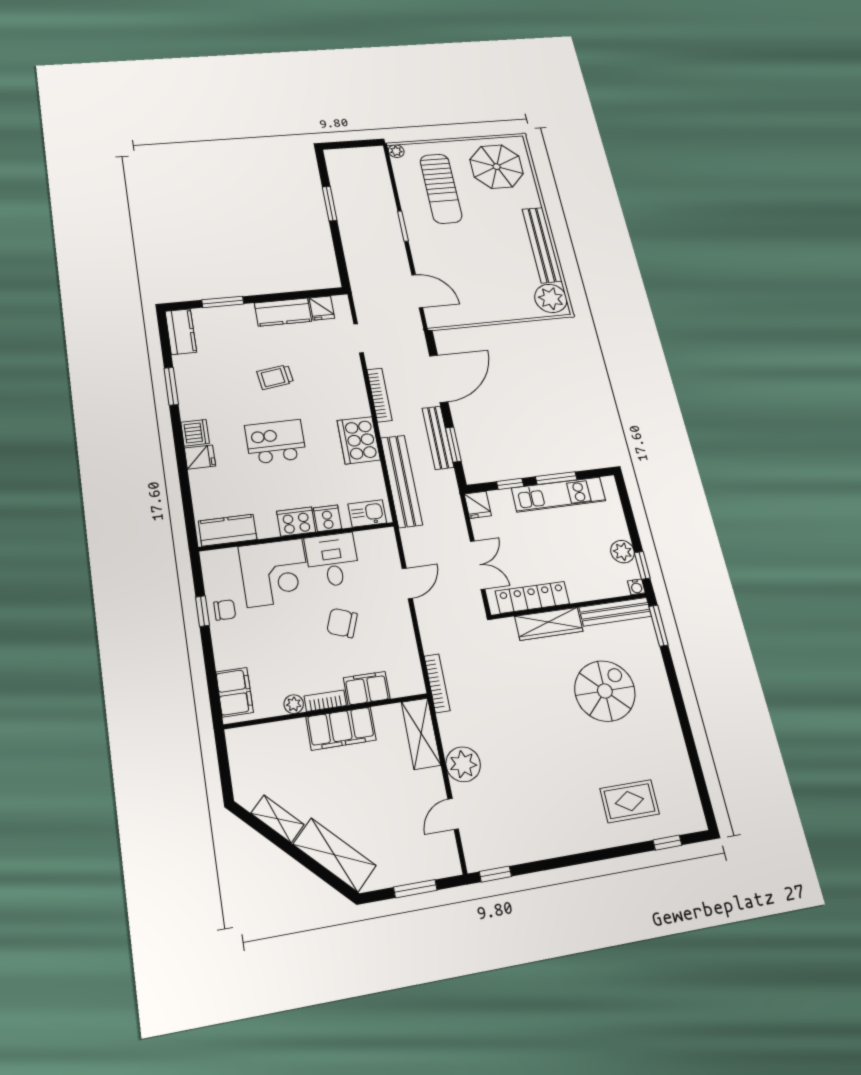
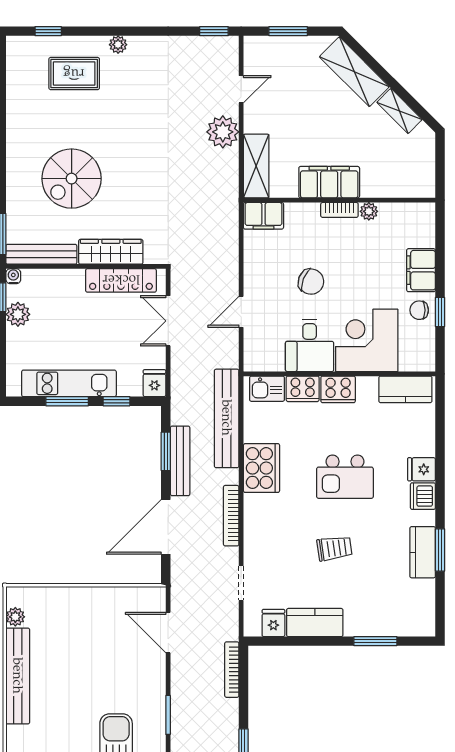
plant: (551, 298) -> (15, 617), width x0.53, depth x0.53
kitchen counter: (181, 332) -> (423, 552), moved
cooker: (327, 518) -> (303, 389), width x1.36
bookcase: (437, 683) -> (232, 670), moved
filing cabinet: (367, 688) -> (263, 216), moved
filing cabinet: (235, 692) -> (421, 270), moved
plant: (592, 841) -> (118, 45), added

